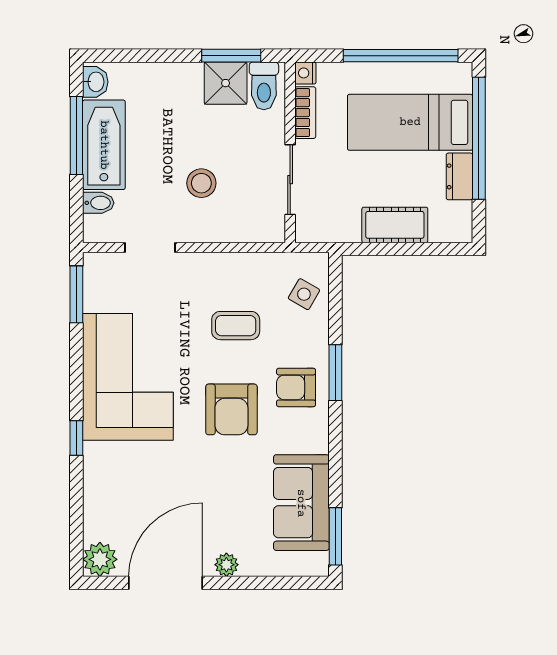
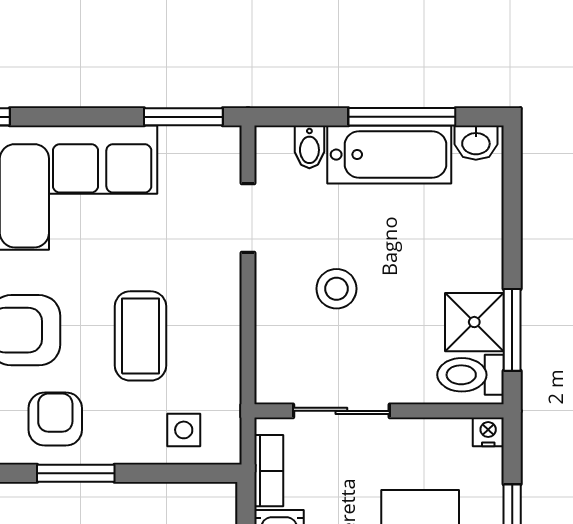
bookcase: (305, 113) -> (269, 471), moved, turned -90
side table: (304, 294) -> (184, 430), turned -30
coffee table: (236, 326) -> (140, 336), width x1.36, depth x1.30

